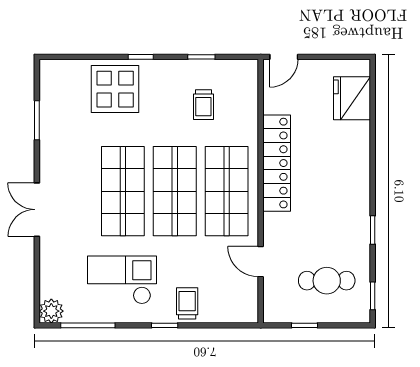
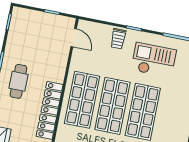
door: (261, 262) -> (74, 38), moved
checkout: (122, 280) -> (154, 60), turned 180
cafe table: (327, 281) -> (18, 81), moved, turned 90

